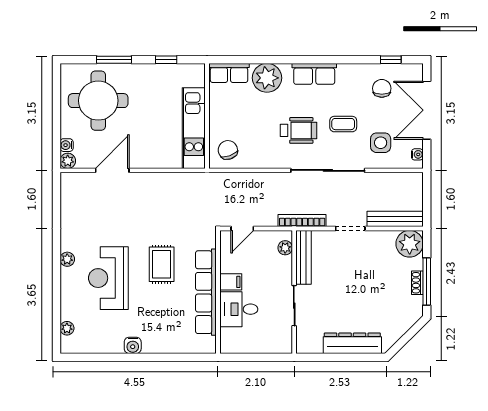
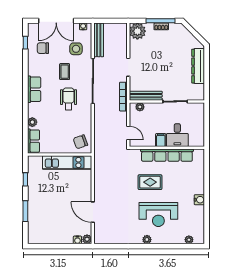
plant: (267, 78) -> (32, 122), width x0.53, depth x0.53
round table: (98, 101) -> (50, 221), removed
bench: (395, 219) -> (99, 40), moved

